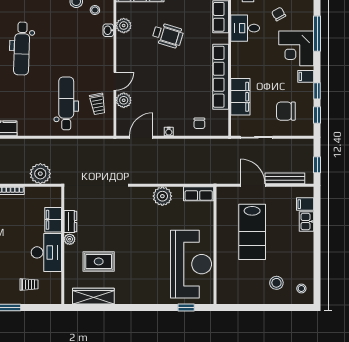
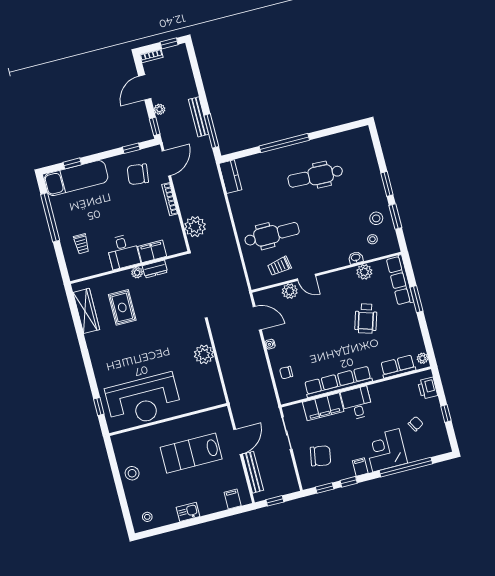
desk: (245, 28) -> (357, 403), moved
window: (317, 34) -> (406, 467), width x1.46
chair: (286, 111) -> (320, 456), turned 100
row of seats: (199, 194) -> (216, 390), removed
kitchen sink: (306, 221) -> (188, 512), moved
desk: (46, 252) -> (123, 252), width x0.73
stool: (276, 283) -> (132, 473), moved

